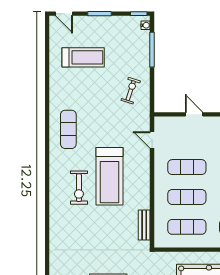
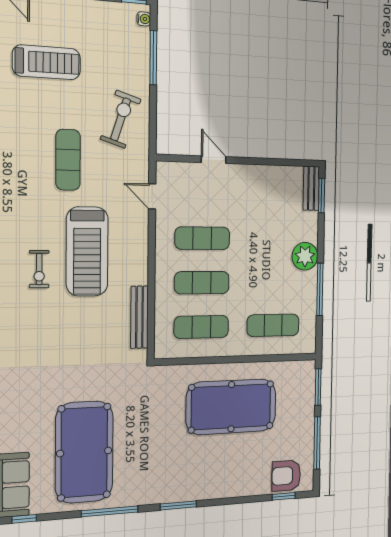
exercise bike: (131, 91) -> (121, 119), width x1.38, depth x1.39
exercise mat: (68, 129) -> (68, 160), moved
exercise bike: (79, 188) -> (39, 269), width x0.73, depth x0.72
bench: (144, 225) -> (139, 317), width x1.36

